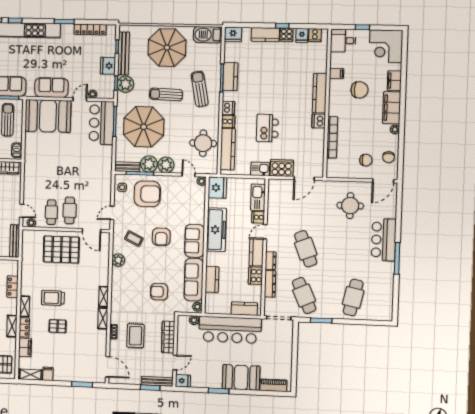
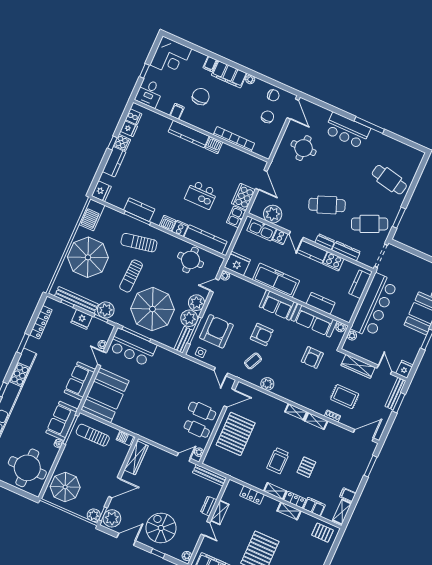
filing cabinet: (394, 81) -> (210, 64), width x0.50
plant: (277, 202) -> (273, 214), added

